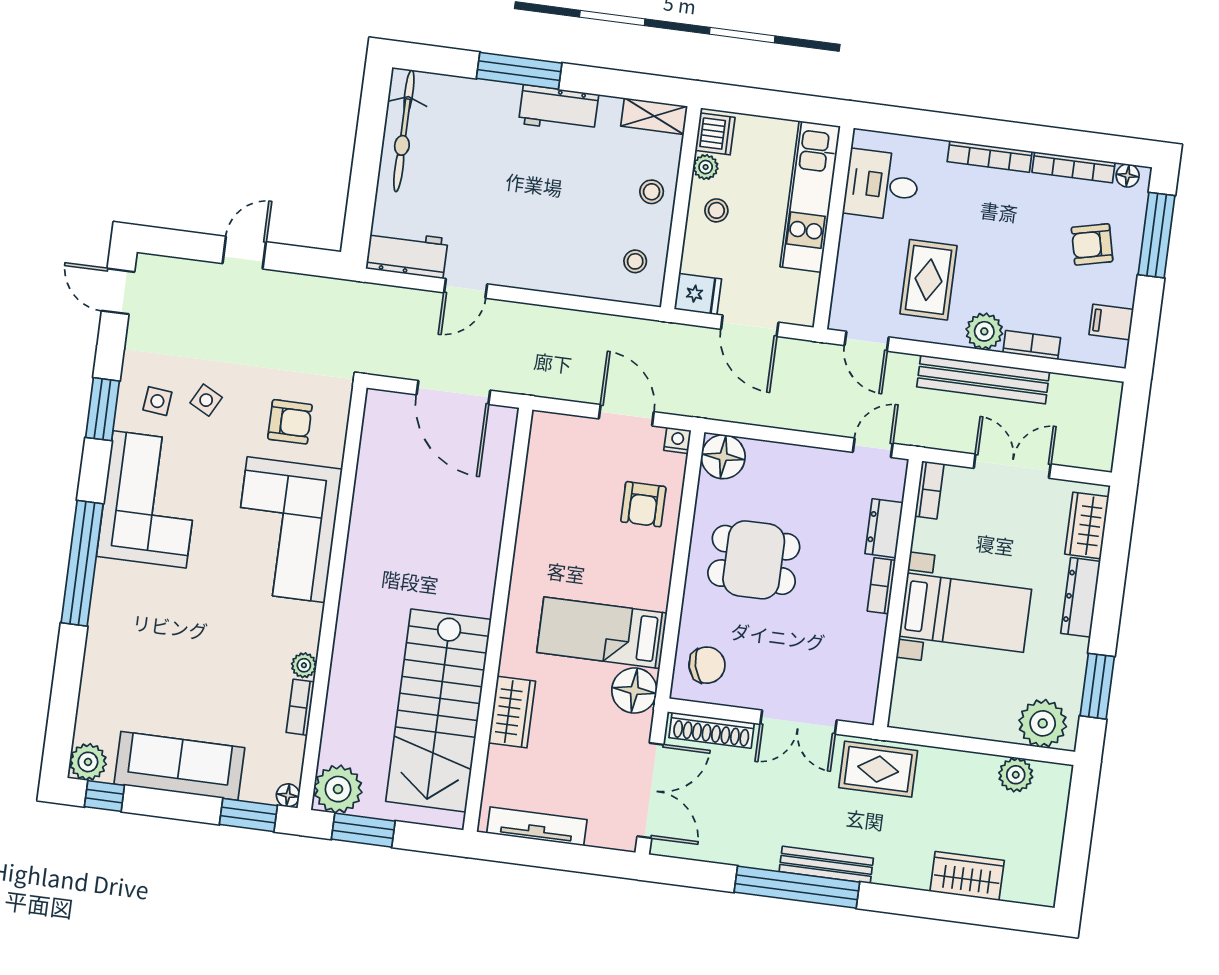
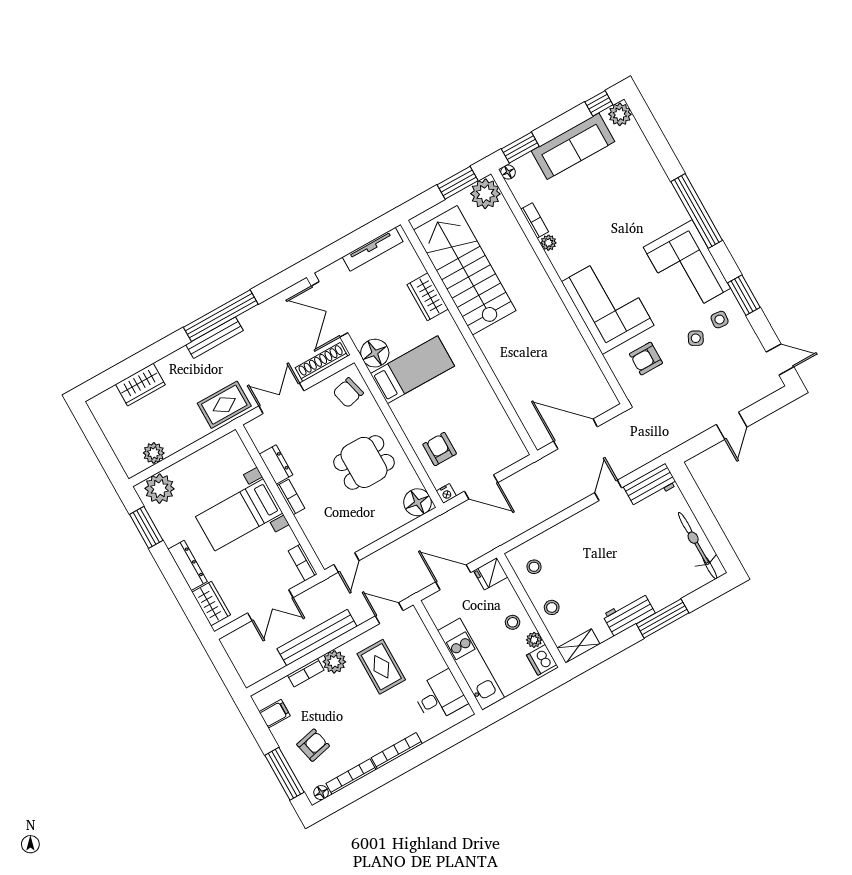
dresser: (884, 528) -> (276, 465), moved

